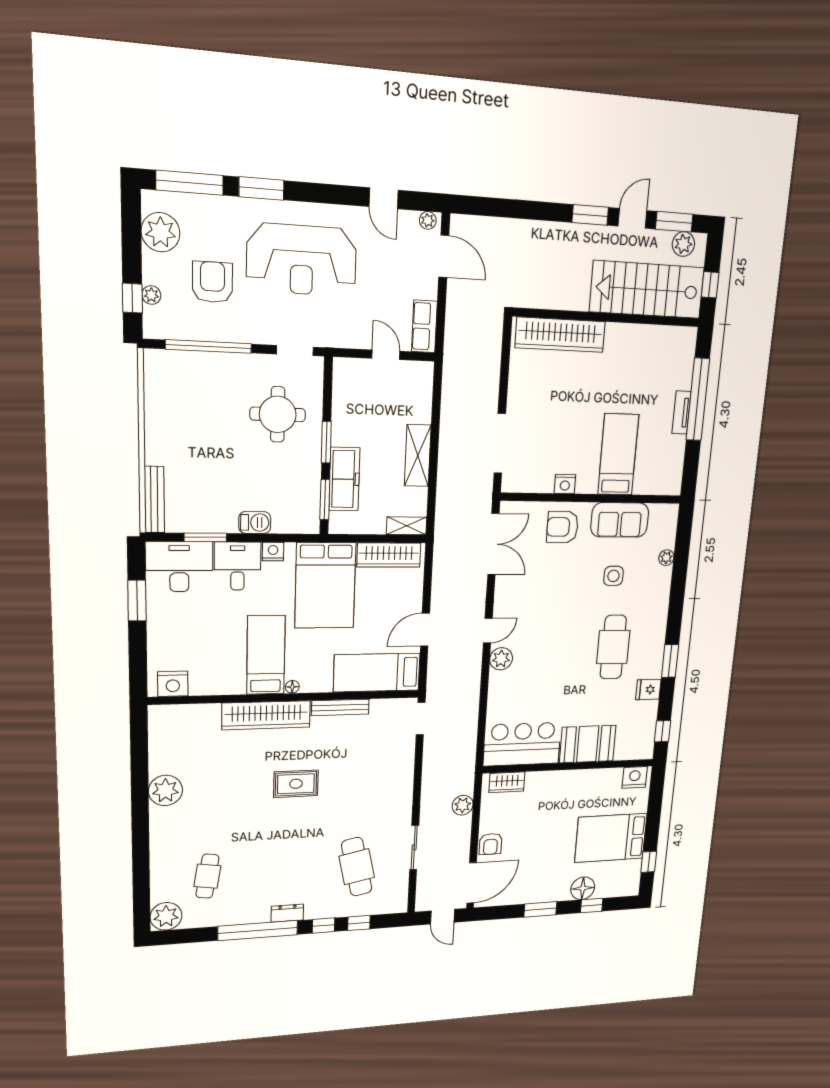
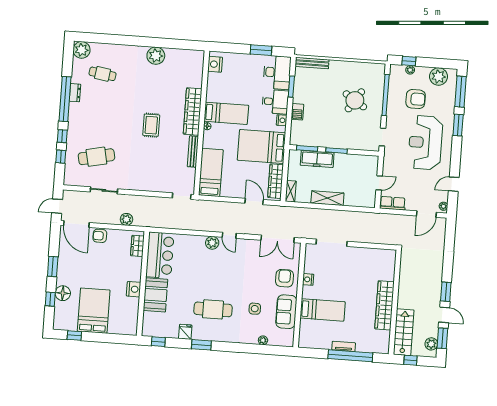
stairs: (647, 290) -> (404, 332), width x0.73, depth x0.66
wardrobe: (560, 335) -> (385, 305), moved
round table: (278, 414) -> (355, 100), moved, turned 33
door: (425, 630) -> (254, 201), moved
nightstand: (635, 777) -> (134, 289), moved
dresser: (287, 913) -> (75, 93), moved

